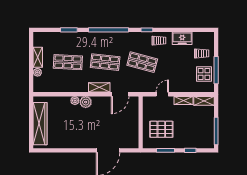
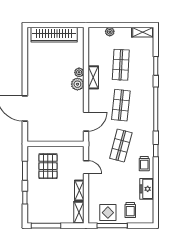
shelving: (38, 57) -> (143, 32), moved
shelving: (99, 87) -> (93, 77), moved
door: (120, 94) -> (86, 122), swing flipped

